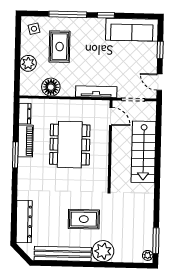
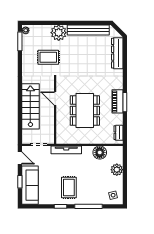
sofa: (132, 30) -> (30, 185), moved, turned 90
rug: (60, 47) -> (69, 187), moved
door: (111, 116) -> (55, 98), moved
piano: (26, 141) -> (117, 101), moved
rug: (84, 219) -> (48, 57), moved

